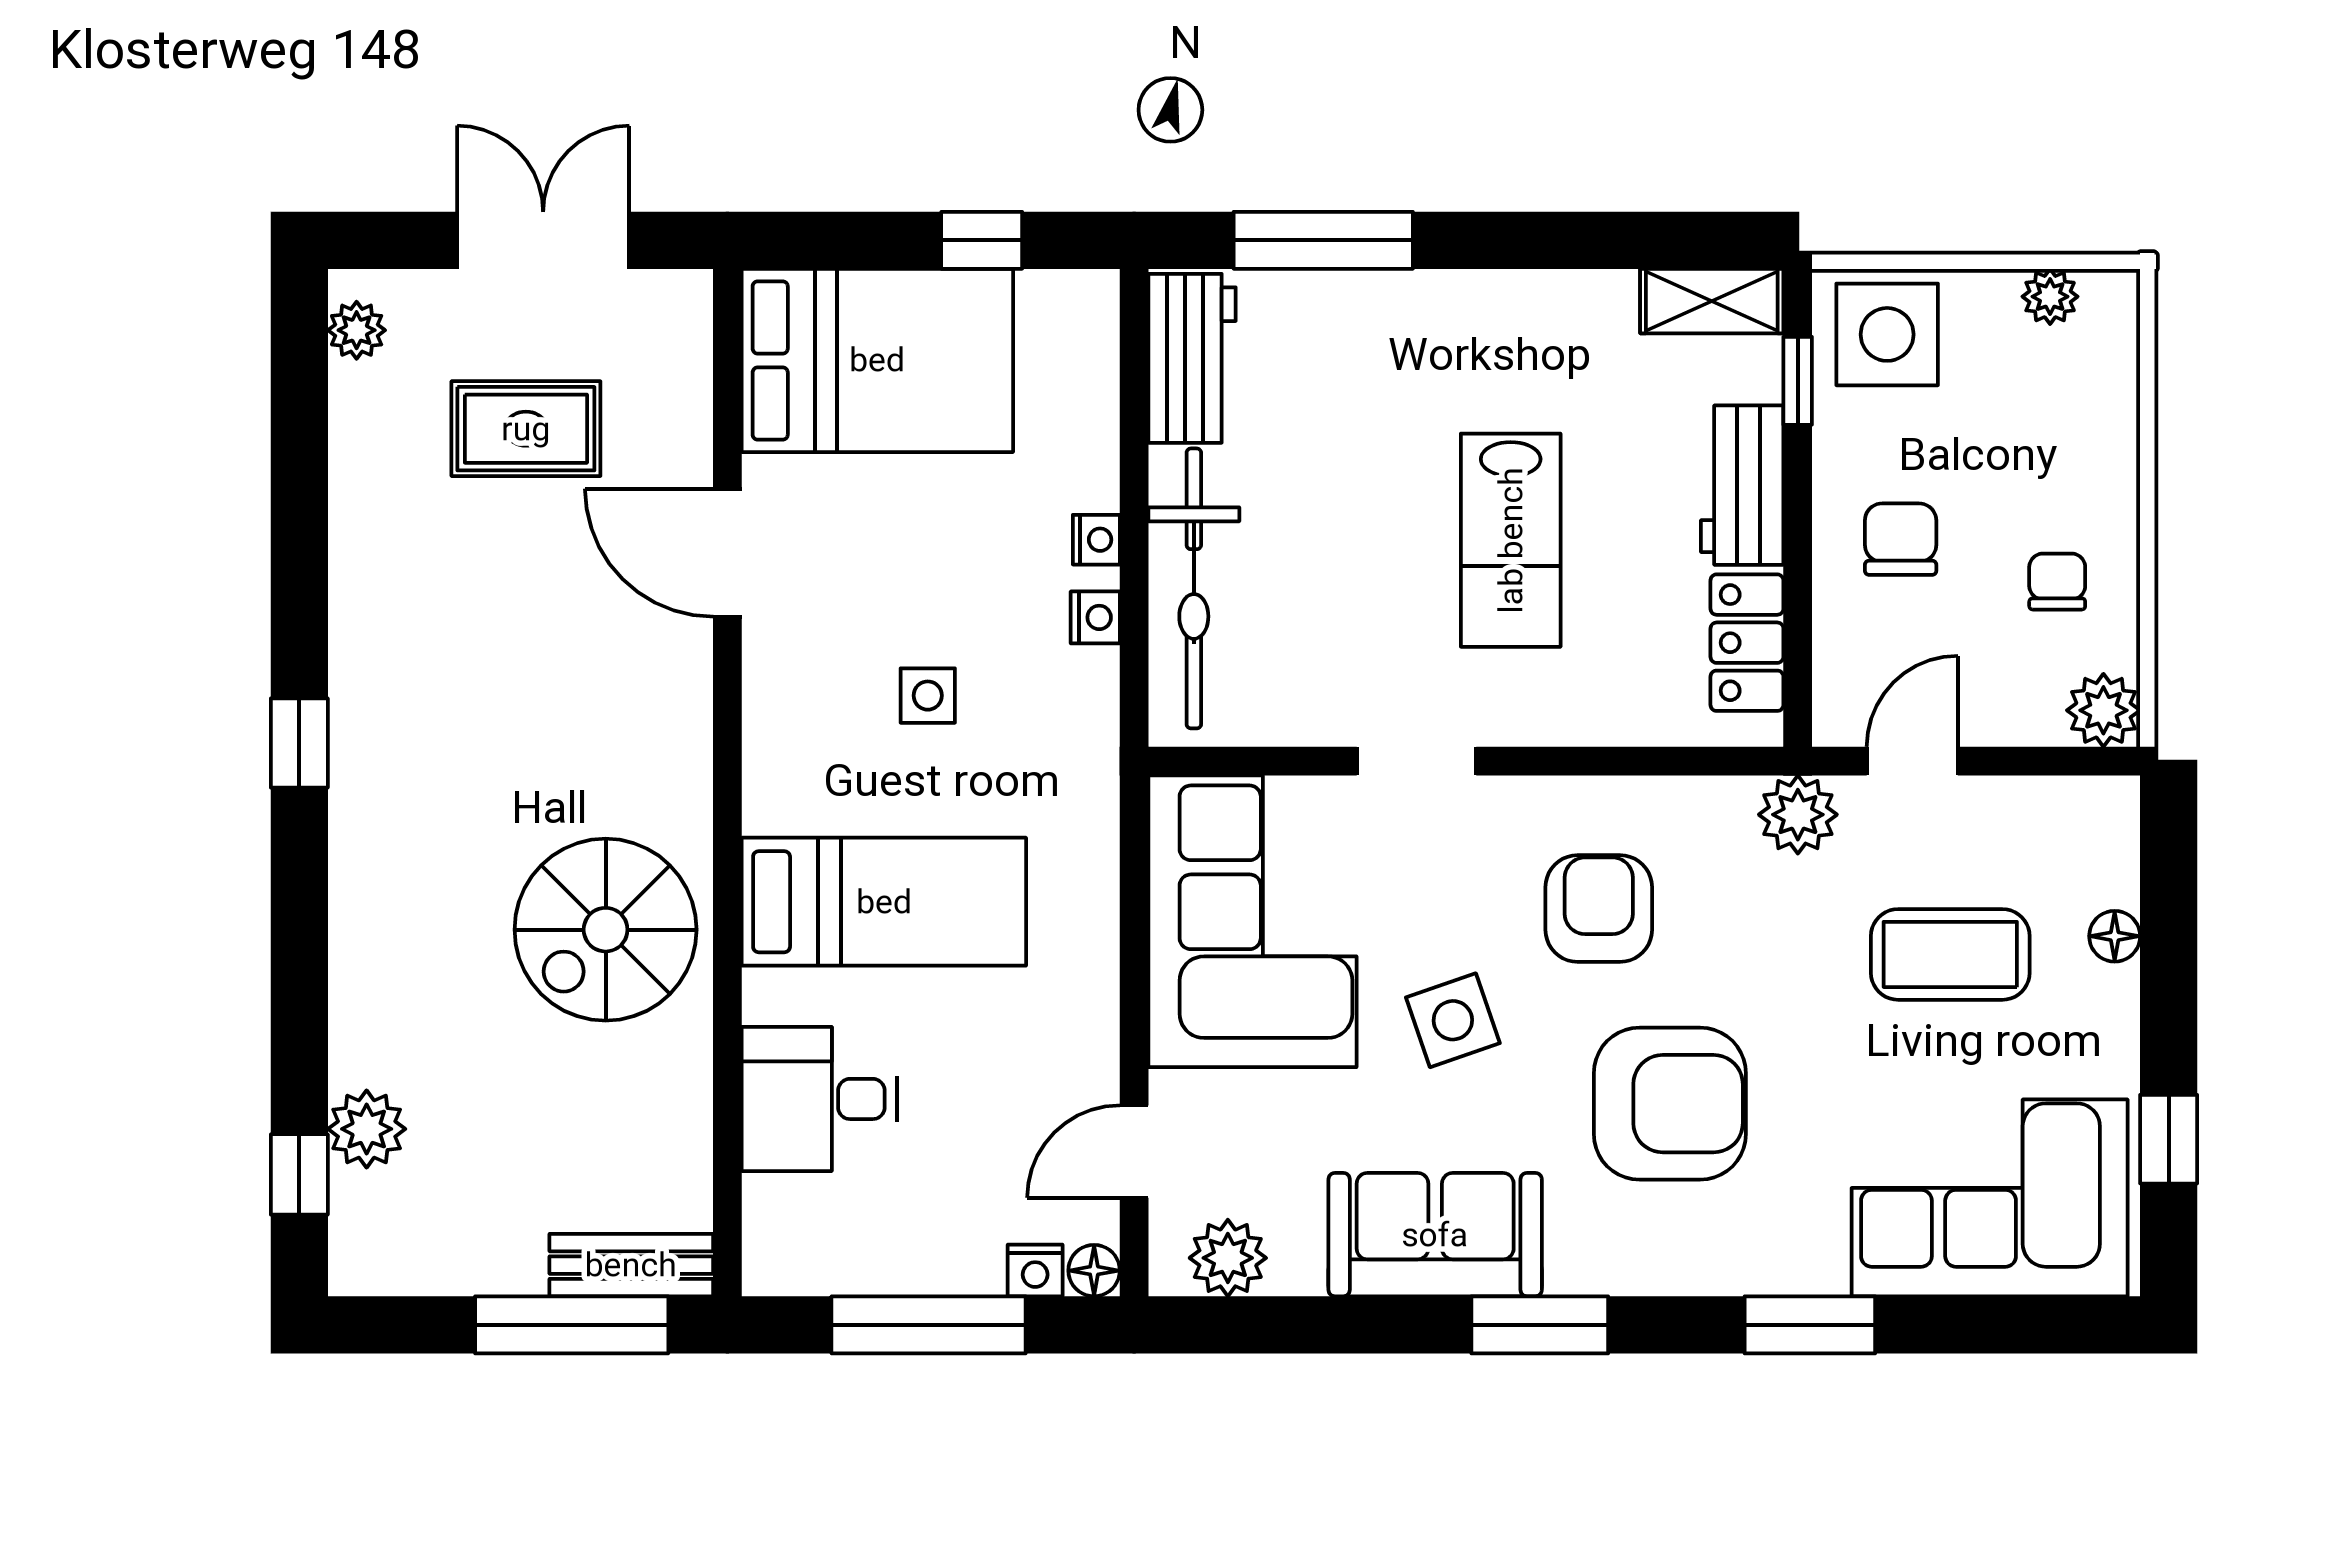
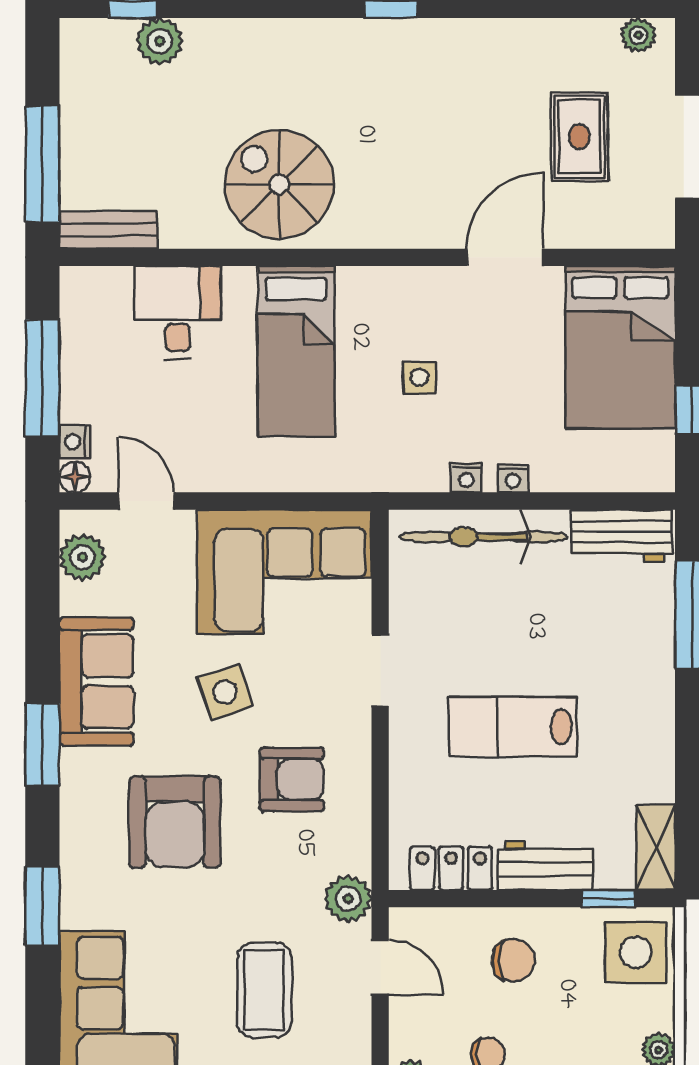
bench: (631, 1265) -> (109, 230), moved, turned 90

